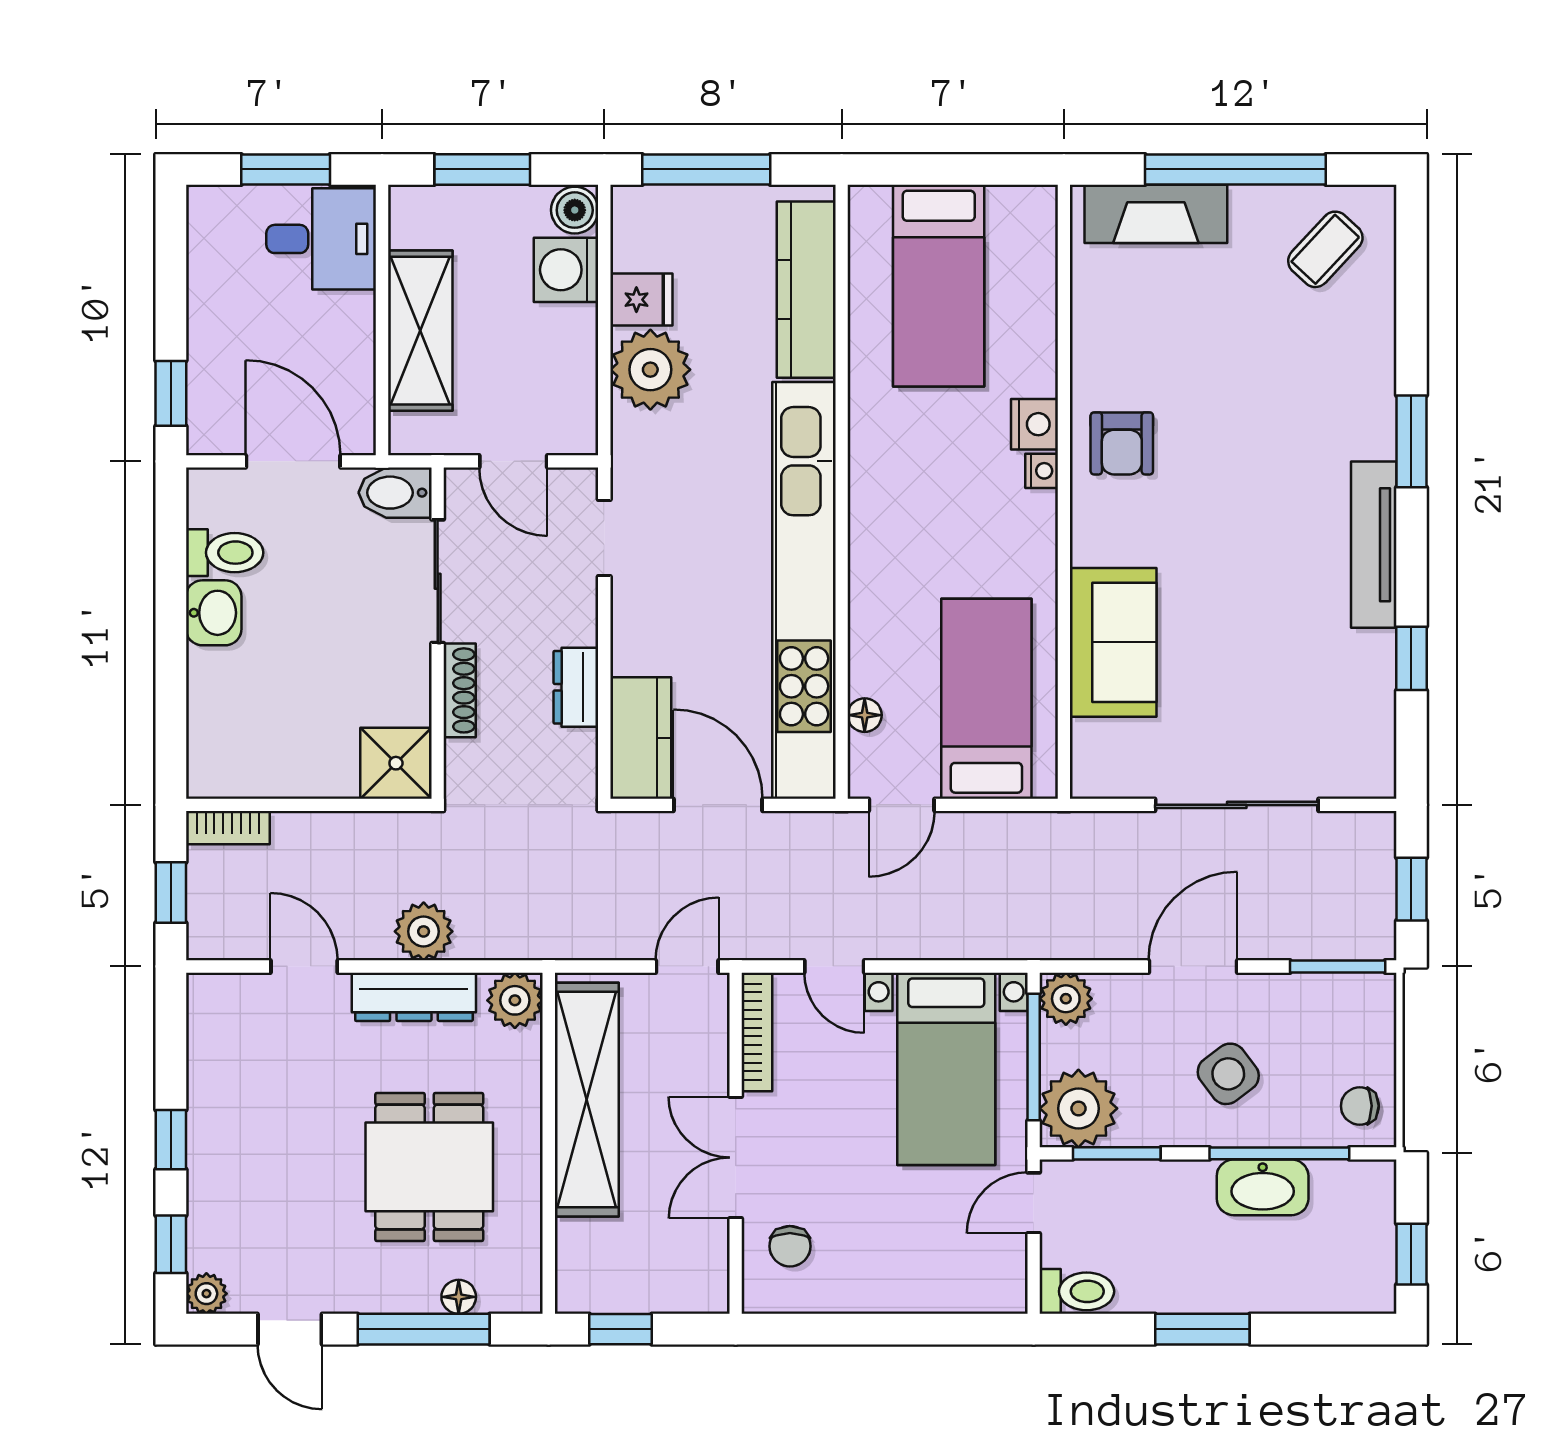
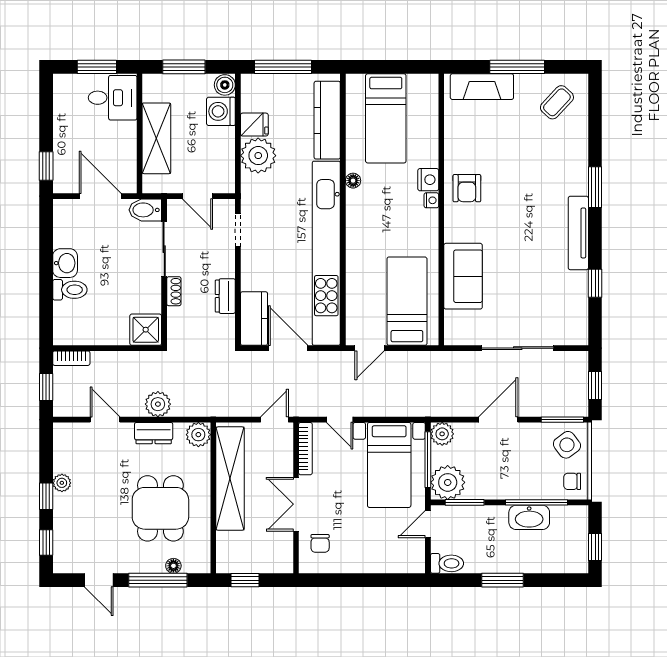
window: (1235, 169) -> (517, 67), width x0.68
toilet: (225, 553) -> (70, 290), moved
shoe rack: (460, 690) -> (174, 291), width x0.70
floor lamp: (865, 715) -> (353, 181), moved
dresser: (414, 997) -> (154, 433), width x0.70
side table: (1228, 1074) -> (567, 445), moved
plant: (206, 1294) -> (62, 483), moved

